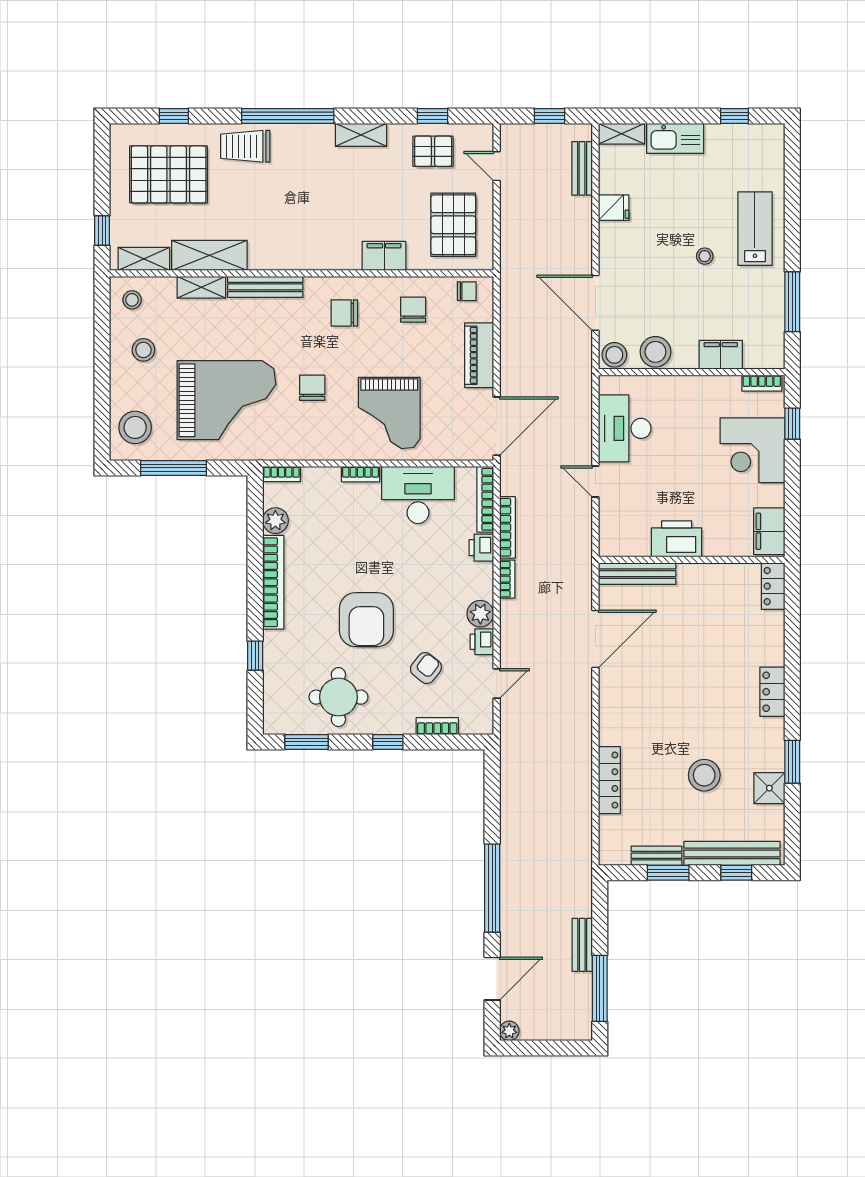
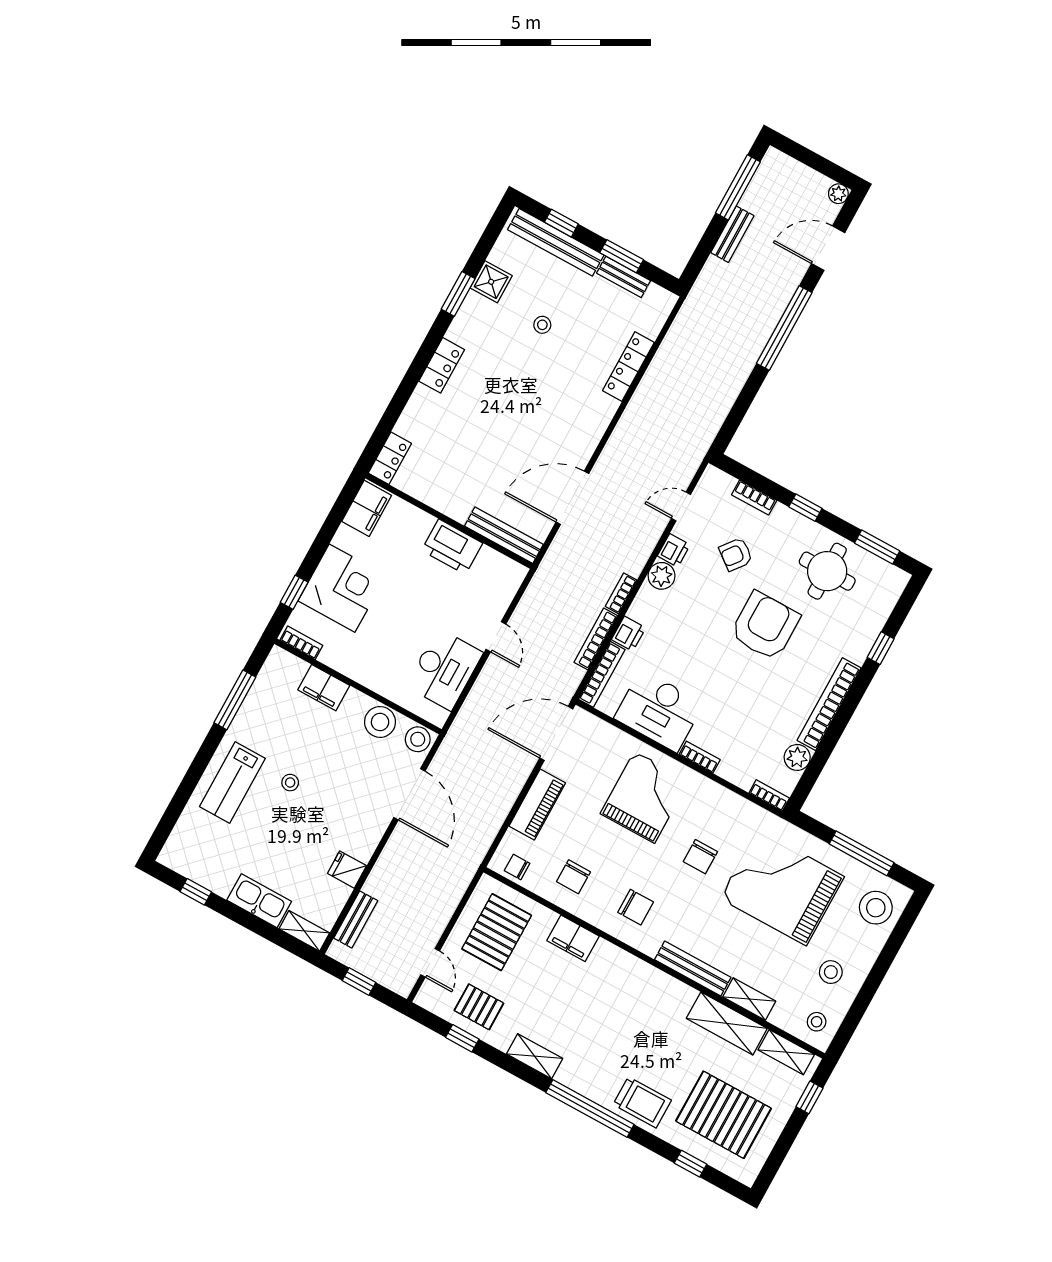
stool: (704, 775) -> (542, 325), width x0.53, depth x0.53

